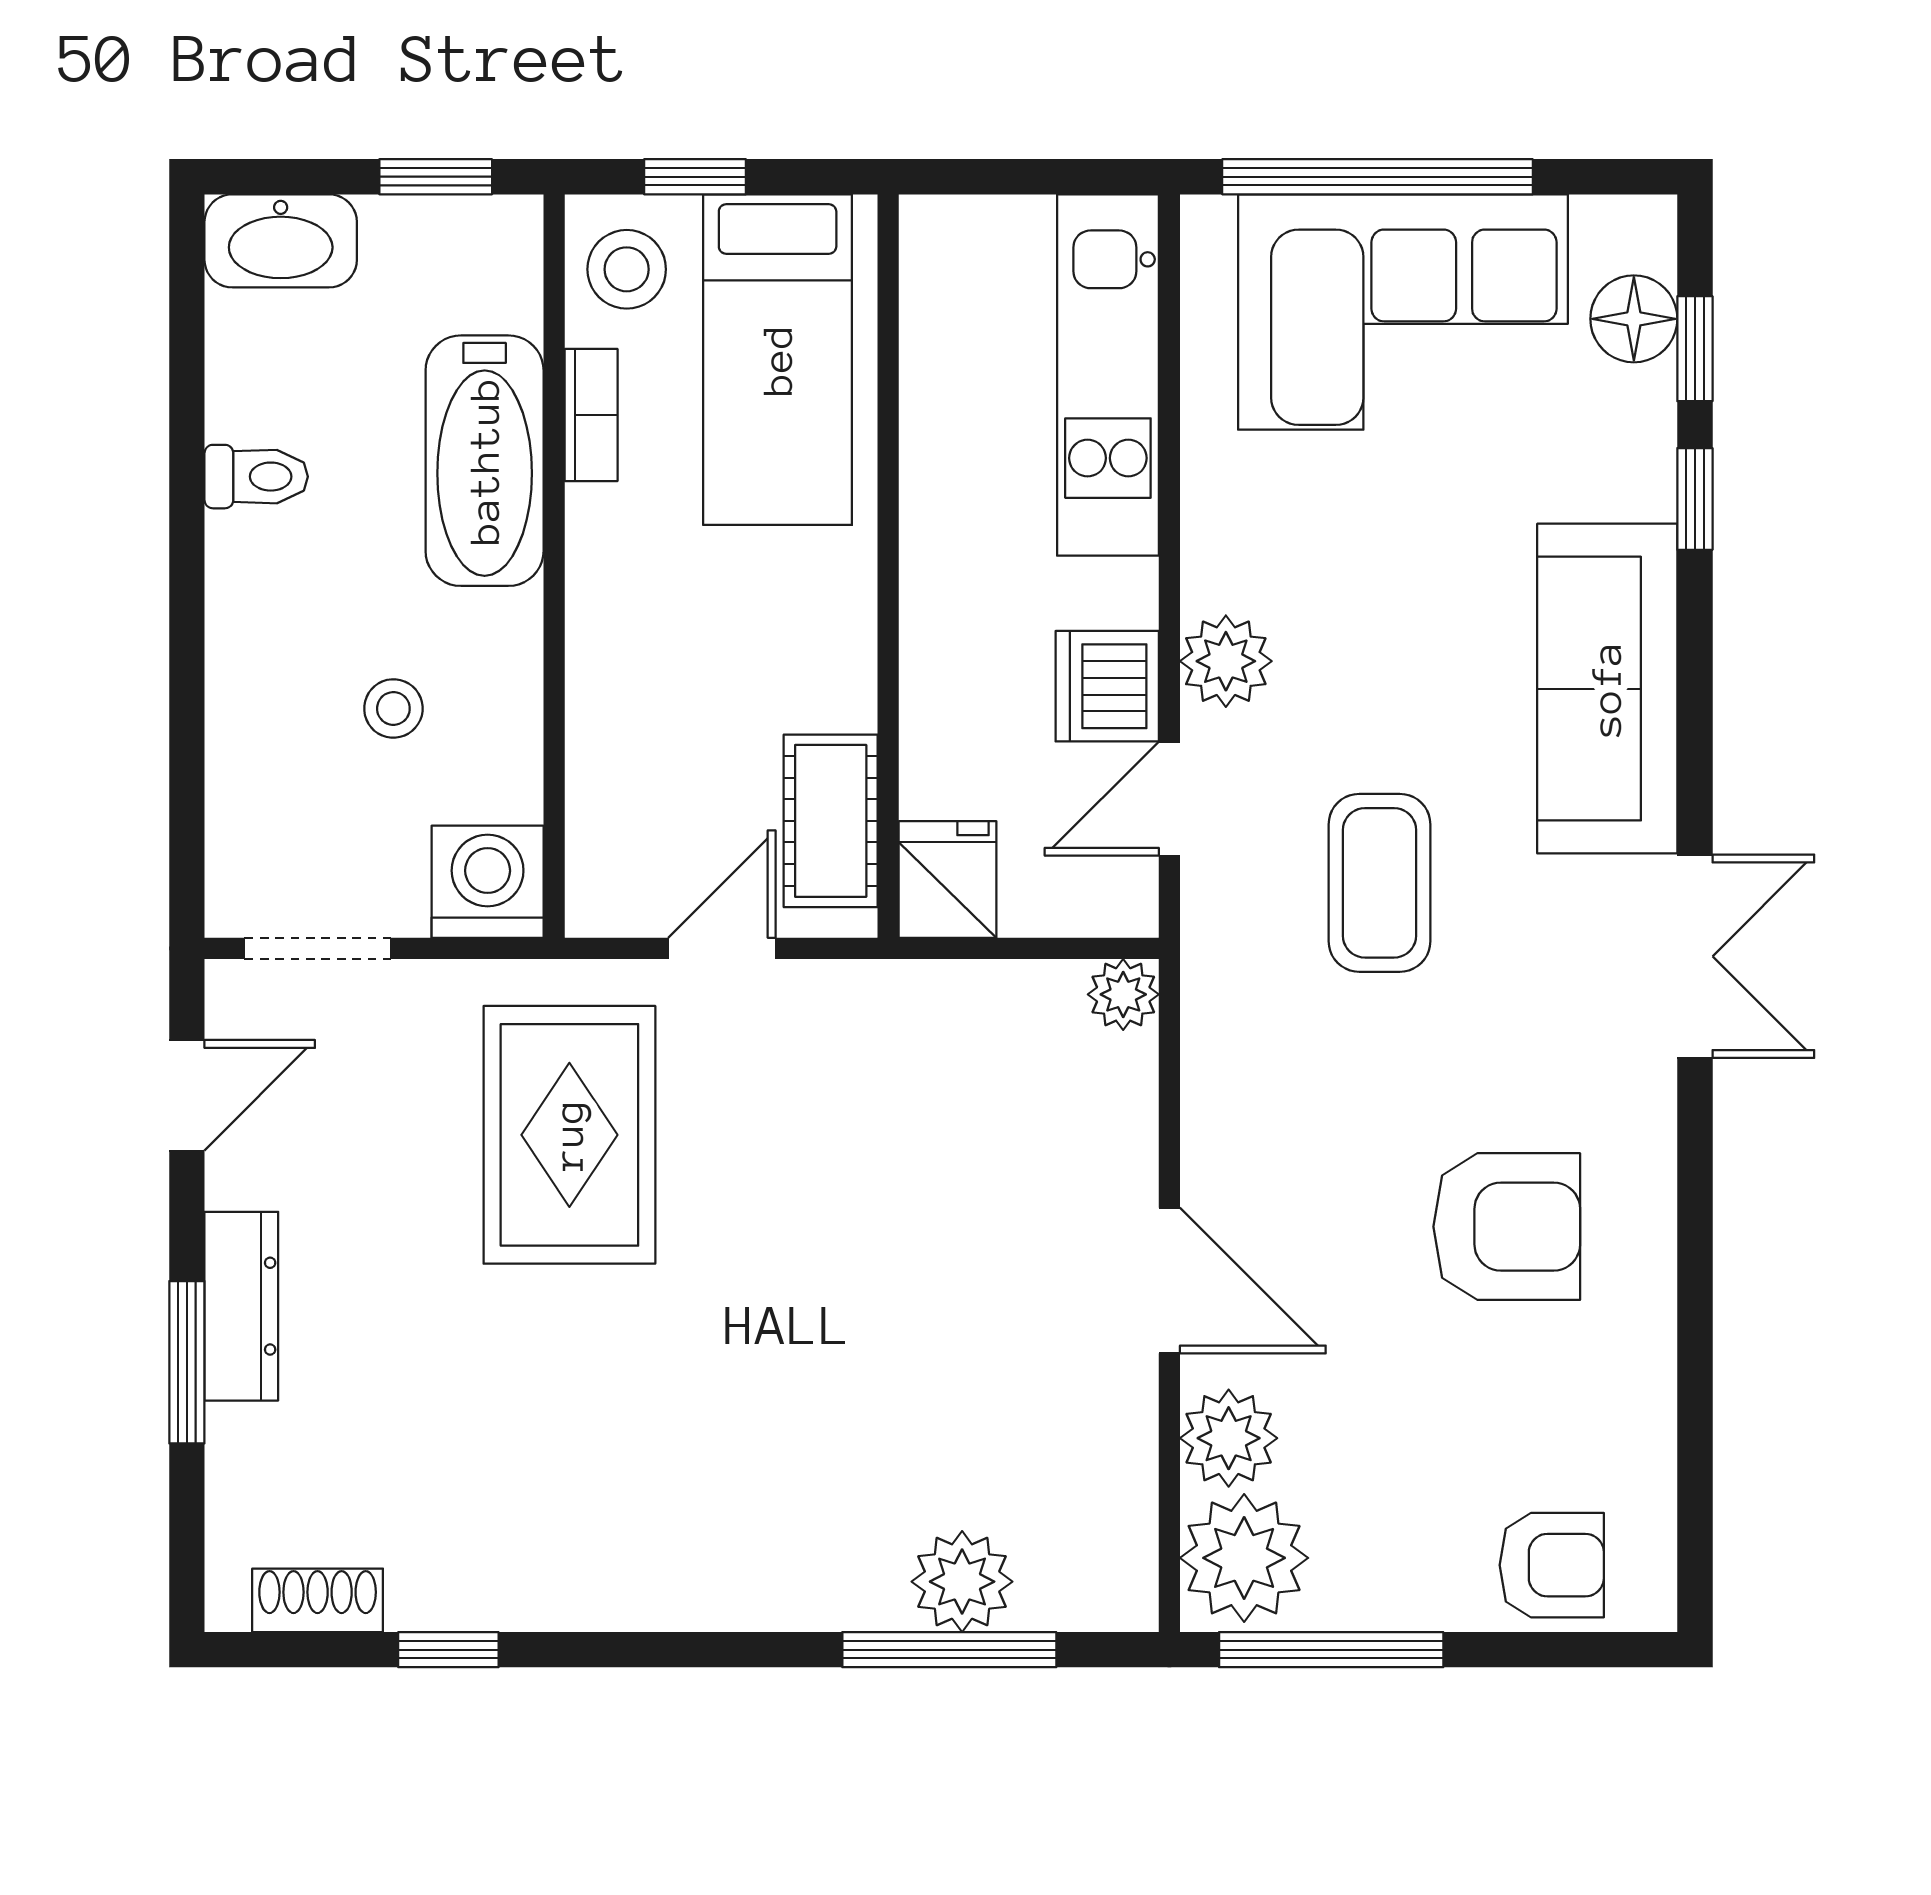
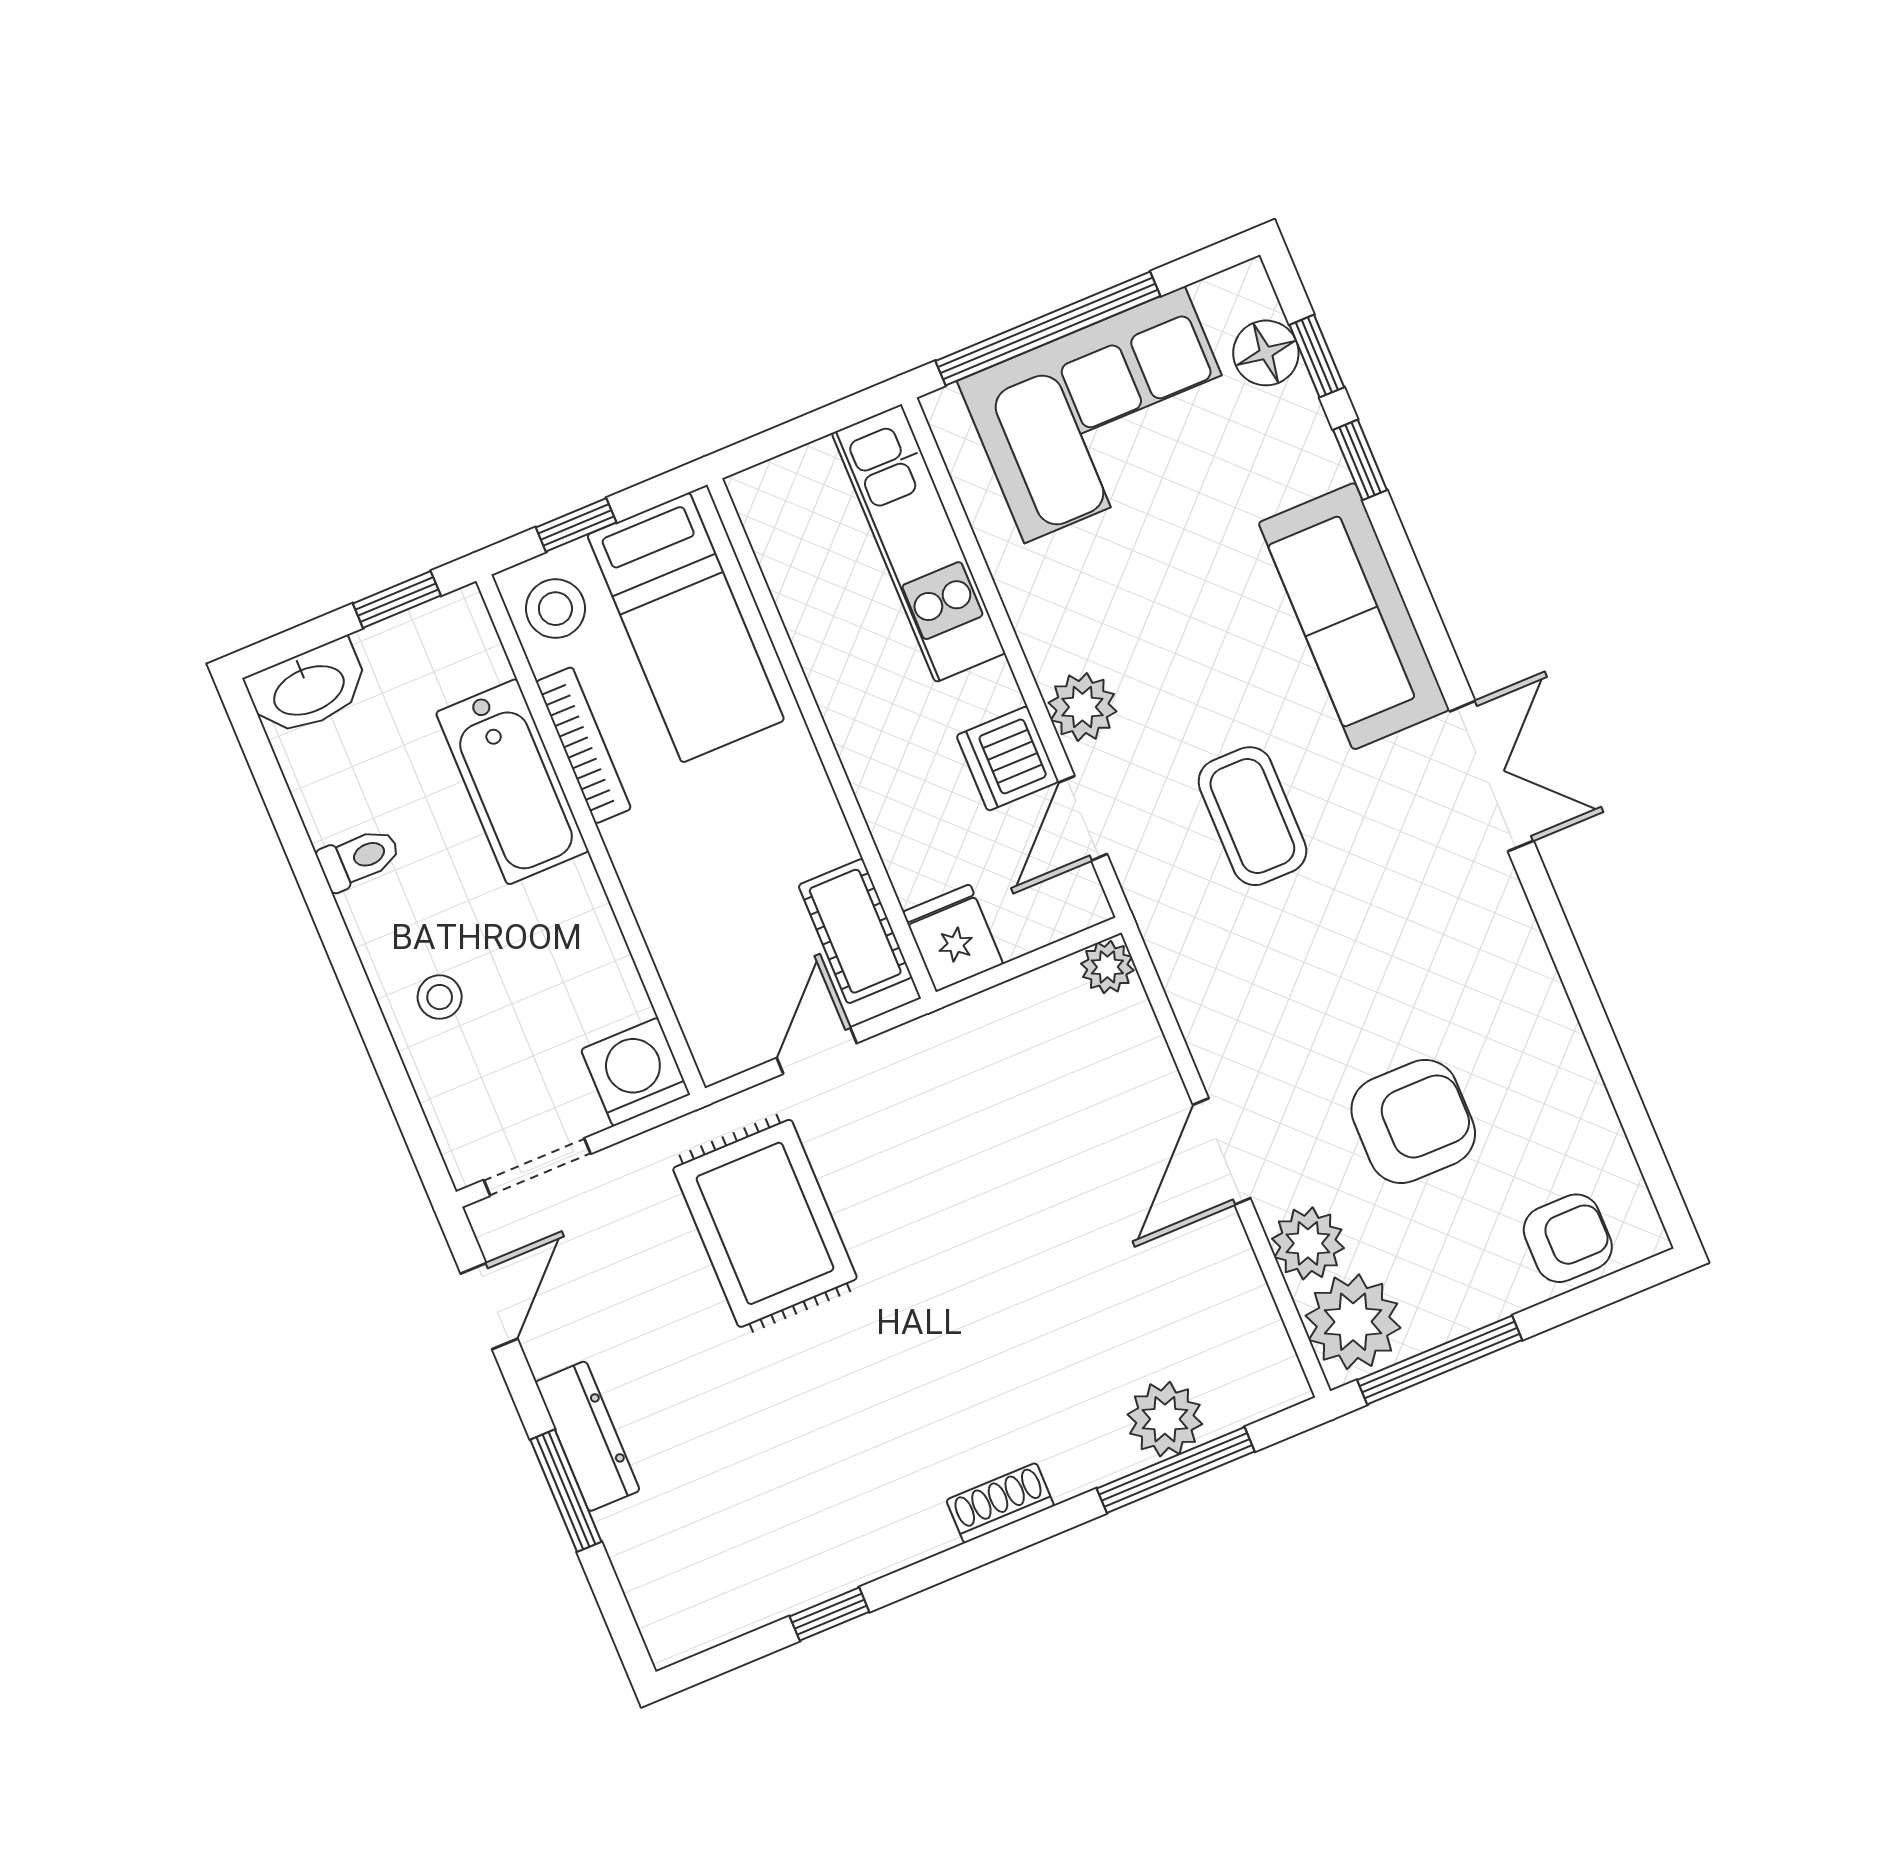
bookcase: (591, 415) -> (584, 745), width x1.56
stool: (393, 708) -> (440, 997), moved
armchair: (1507, 1227) -> (1413, 1121), moved
door: (1169, 1281) -> (1222, 1152), swing flipped
shoe rack: (318, 1600) -> (1000, 1503), moved

